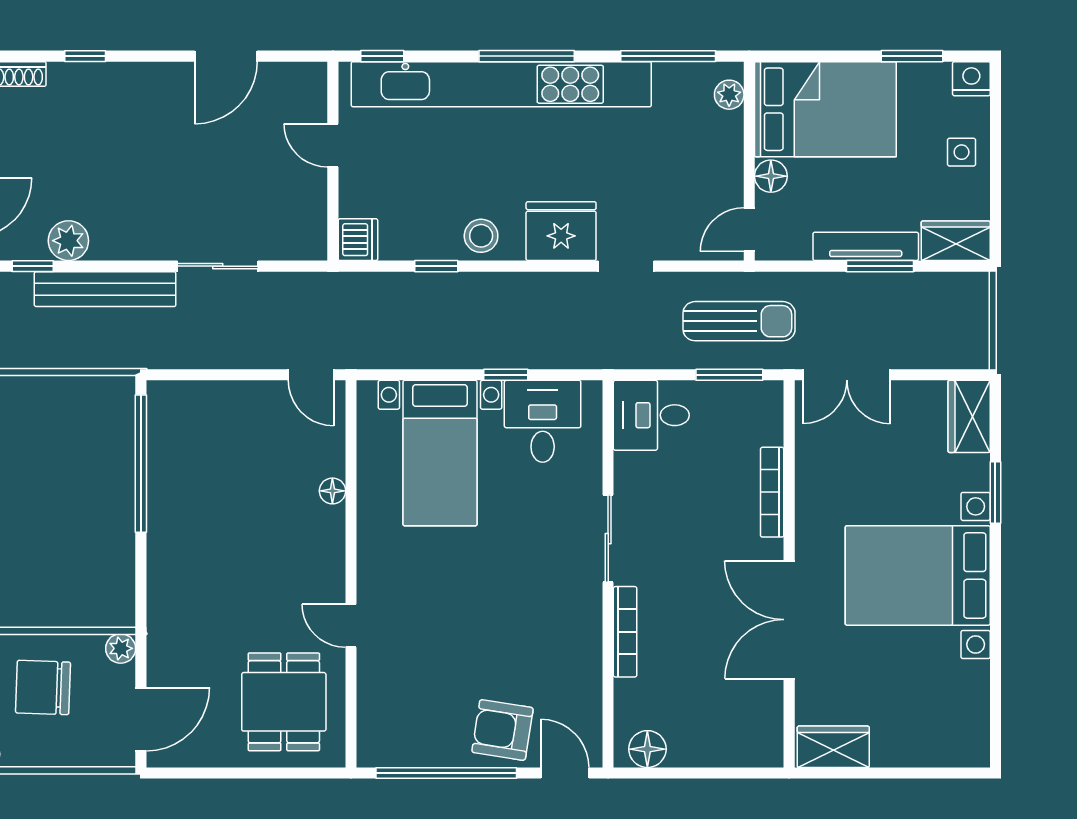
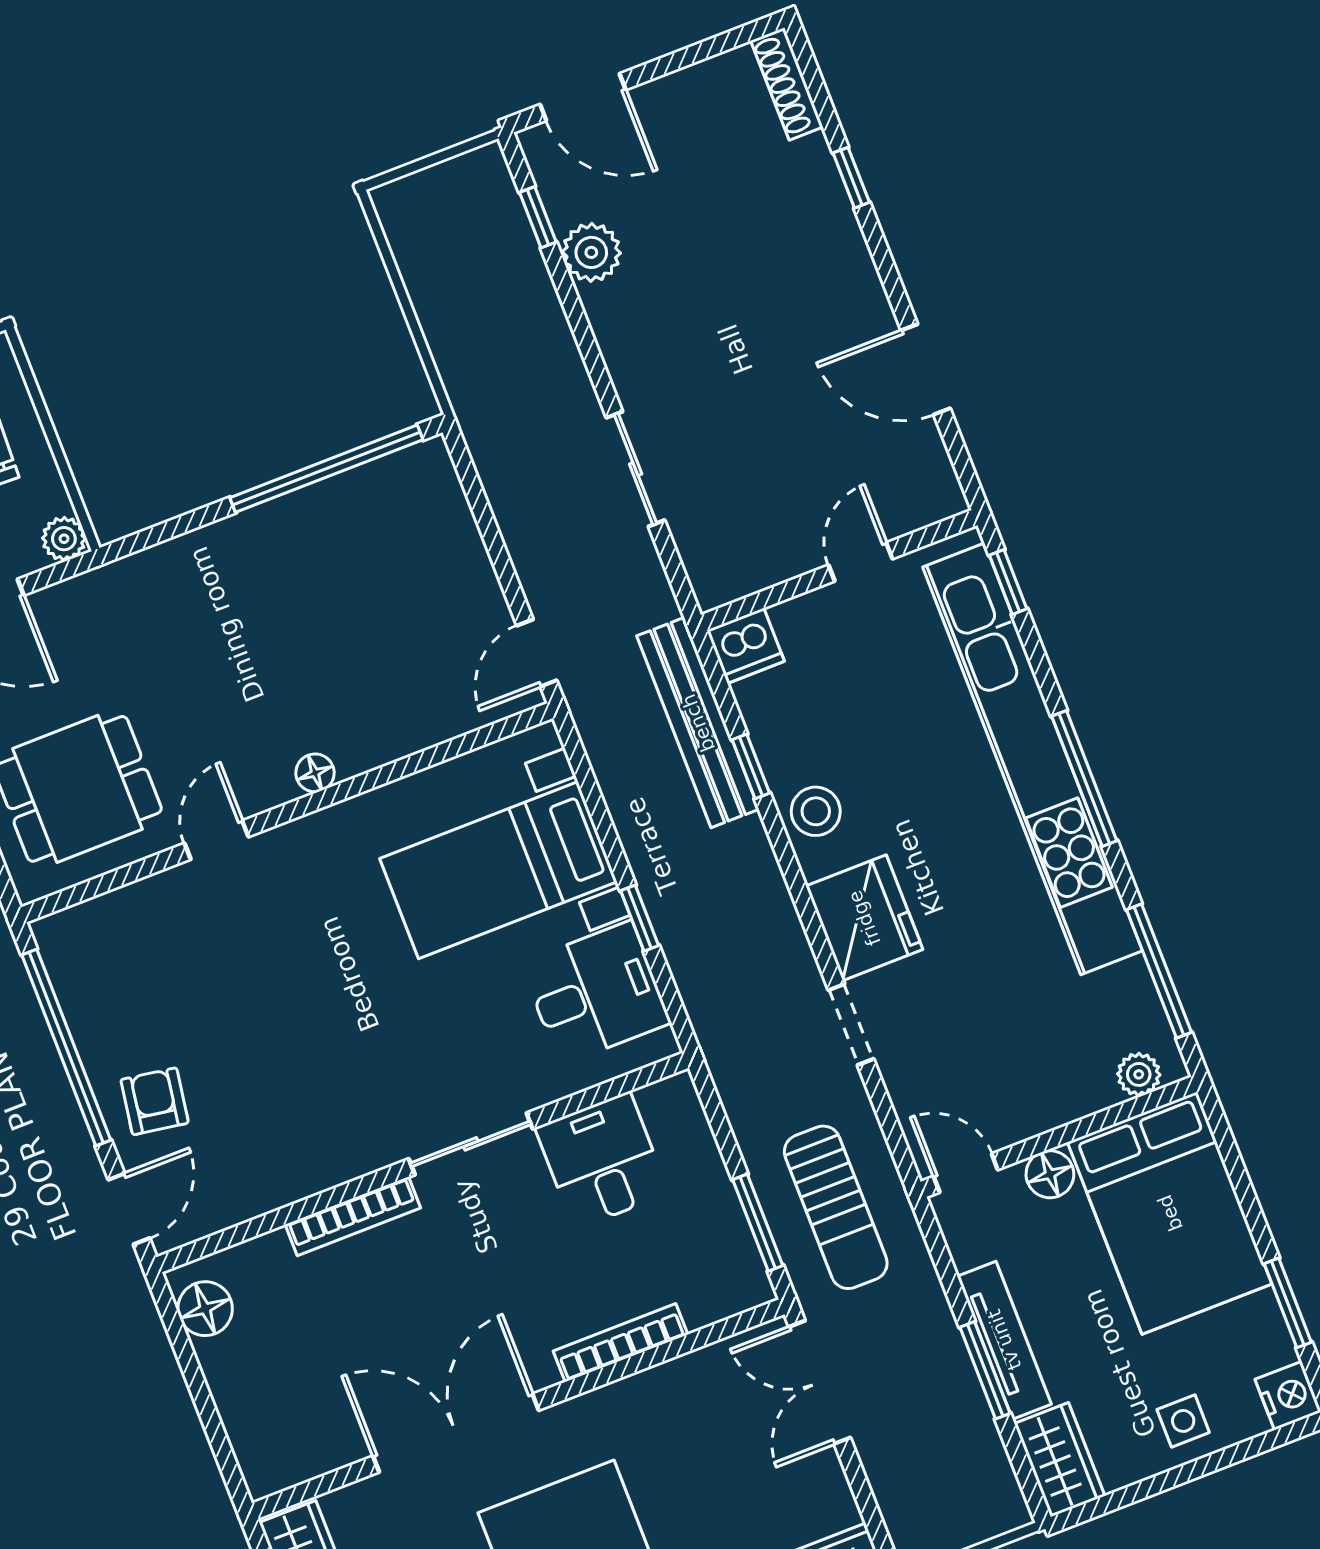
bench: (105, 289) -> (698, 723), moved
desk: (651, 415) -> (602, 1161), moved
floor lamp: (332, 491) -> (315, 773), moved
armchair: (503, 730) -> (155, 1101), width x0.72, depth x0.72

